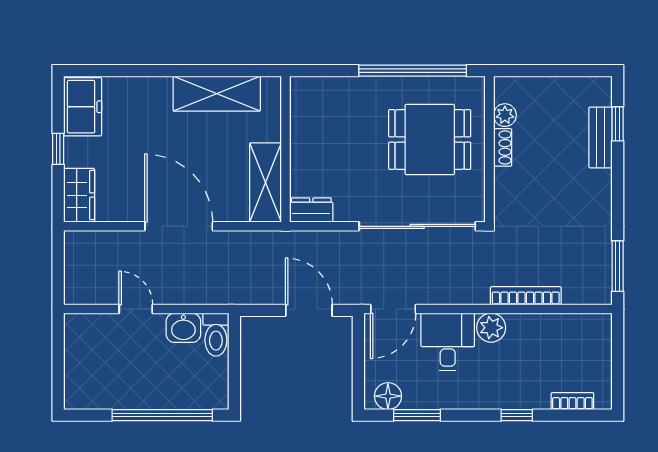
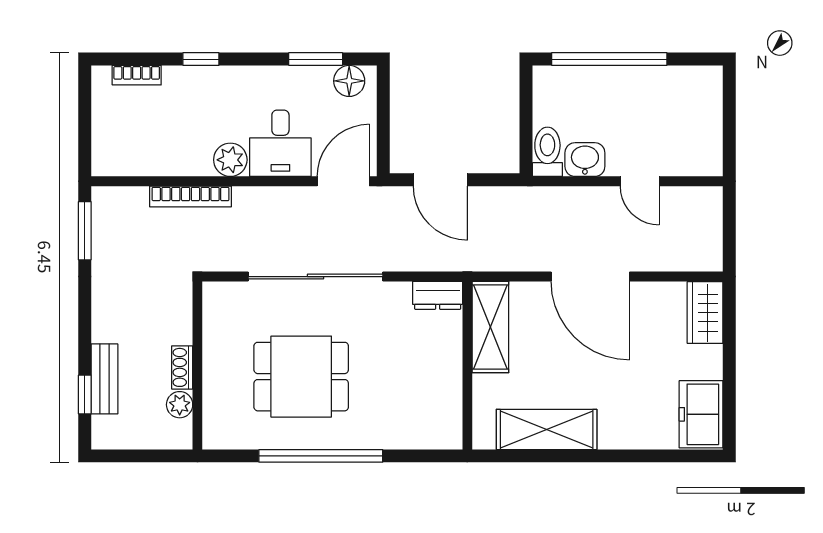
plant: (505, 115) -> (180, 405), moved
shoe rack: (503, 147) -> (182, 367), moved
window: (58, 149) -> (729, 366), removed
wall: (489, 149) -> (197, 365), moved

